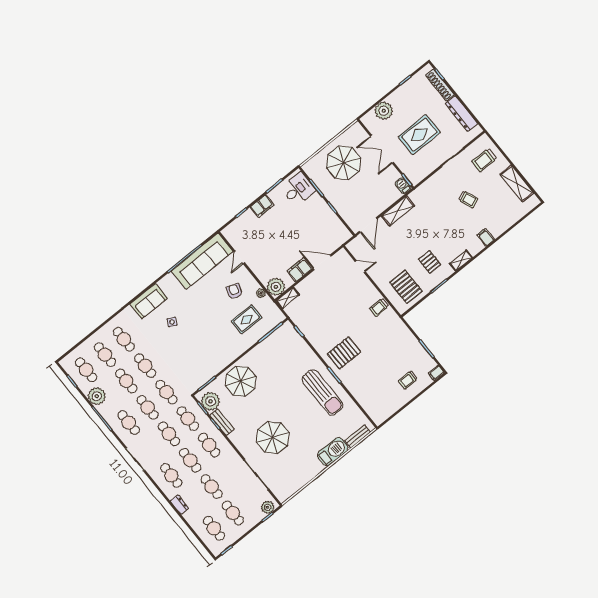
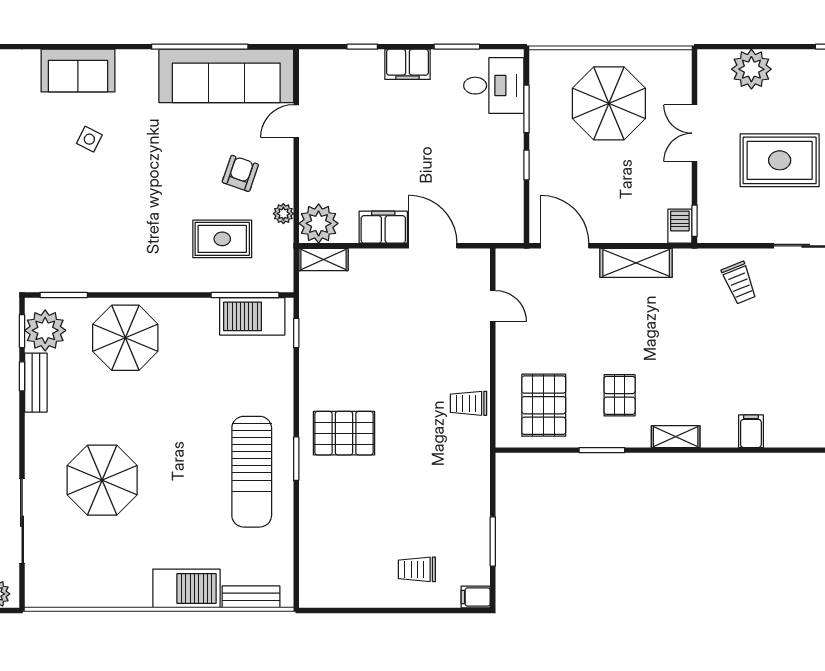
double door: (382, 149) -> (695, 133), width x0.73
trolley: (468, 199) -> (739, 283), moved
door: (368, 225) -> (565, 246), swing flipped
barbecue: (279, 338) -> (252, 316), added

